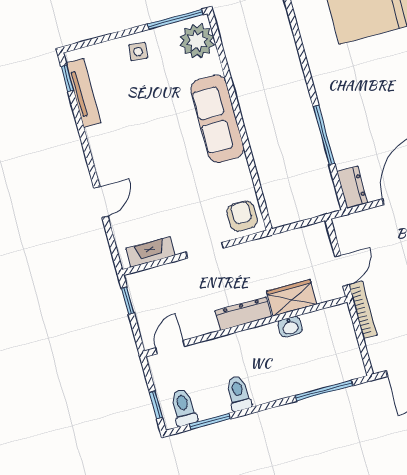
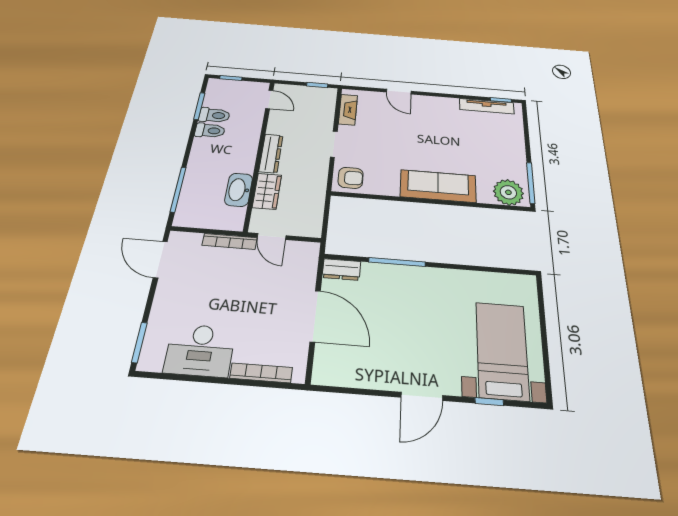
side table: (138, 52) -> (510, 150), removed
washbasin: (290, 327) -> (239, 190), width x1.91, depth x1.45
toilet: (184, 407) -> (214, 115), moved

